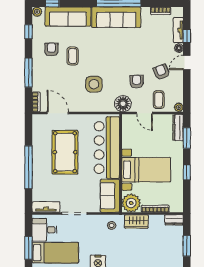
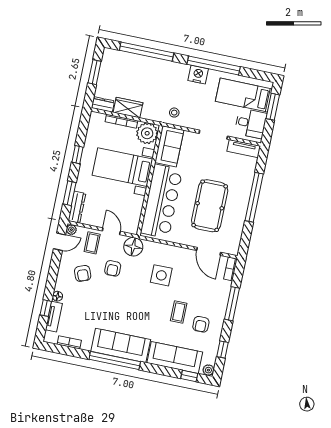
door: (187, 62) -> (59, 242), moved
wardrobe: (136, 221) -> (128, 108), moved

